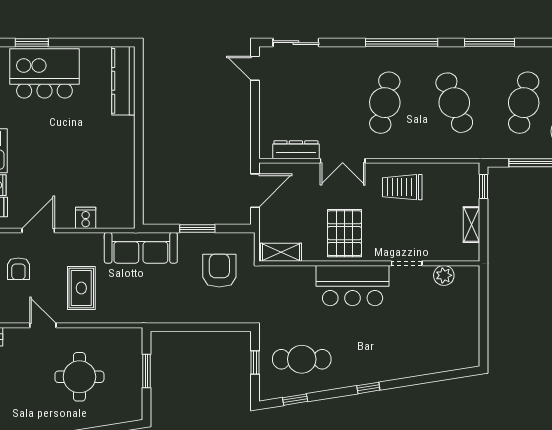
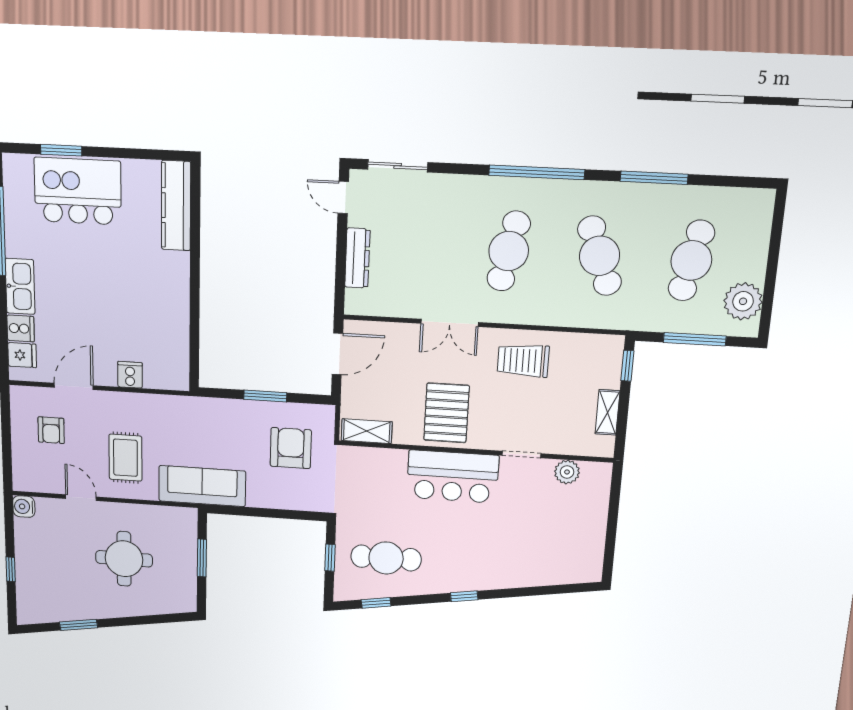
dresser: (296, 150) -> (357, 258), moved, turned 90
sofa: (141, 248) -> (202, 486), moved, turned 180

